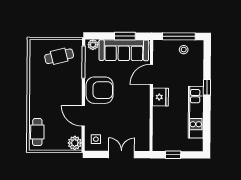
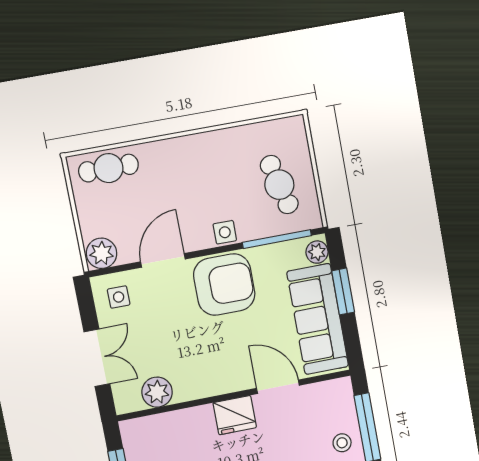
window: (125, 36) -> (343, 291), moved
side table: (76, 85) -> (225, 232), added
armchair: (100, 90) -> (224, 285), turned -90
plant: (143, 130) -> (157, 392), added

